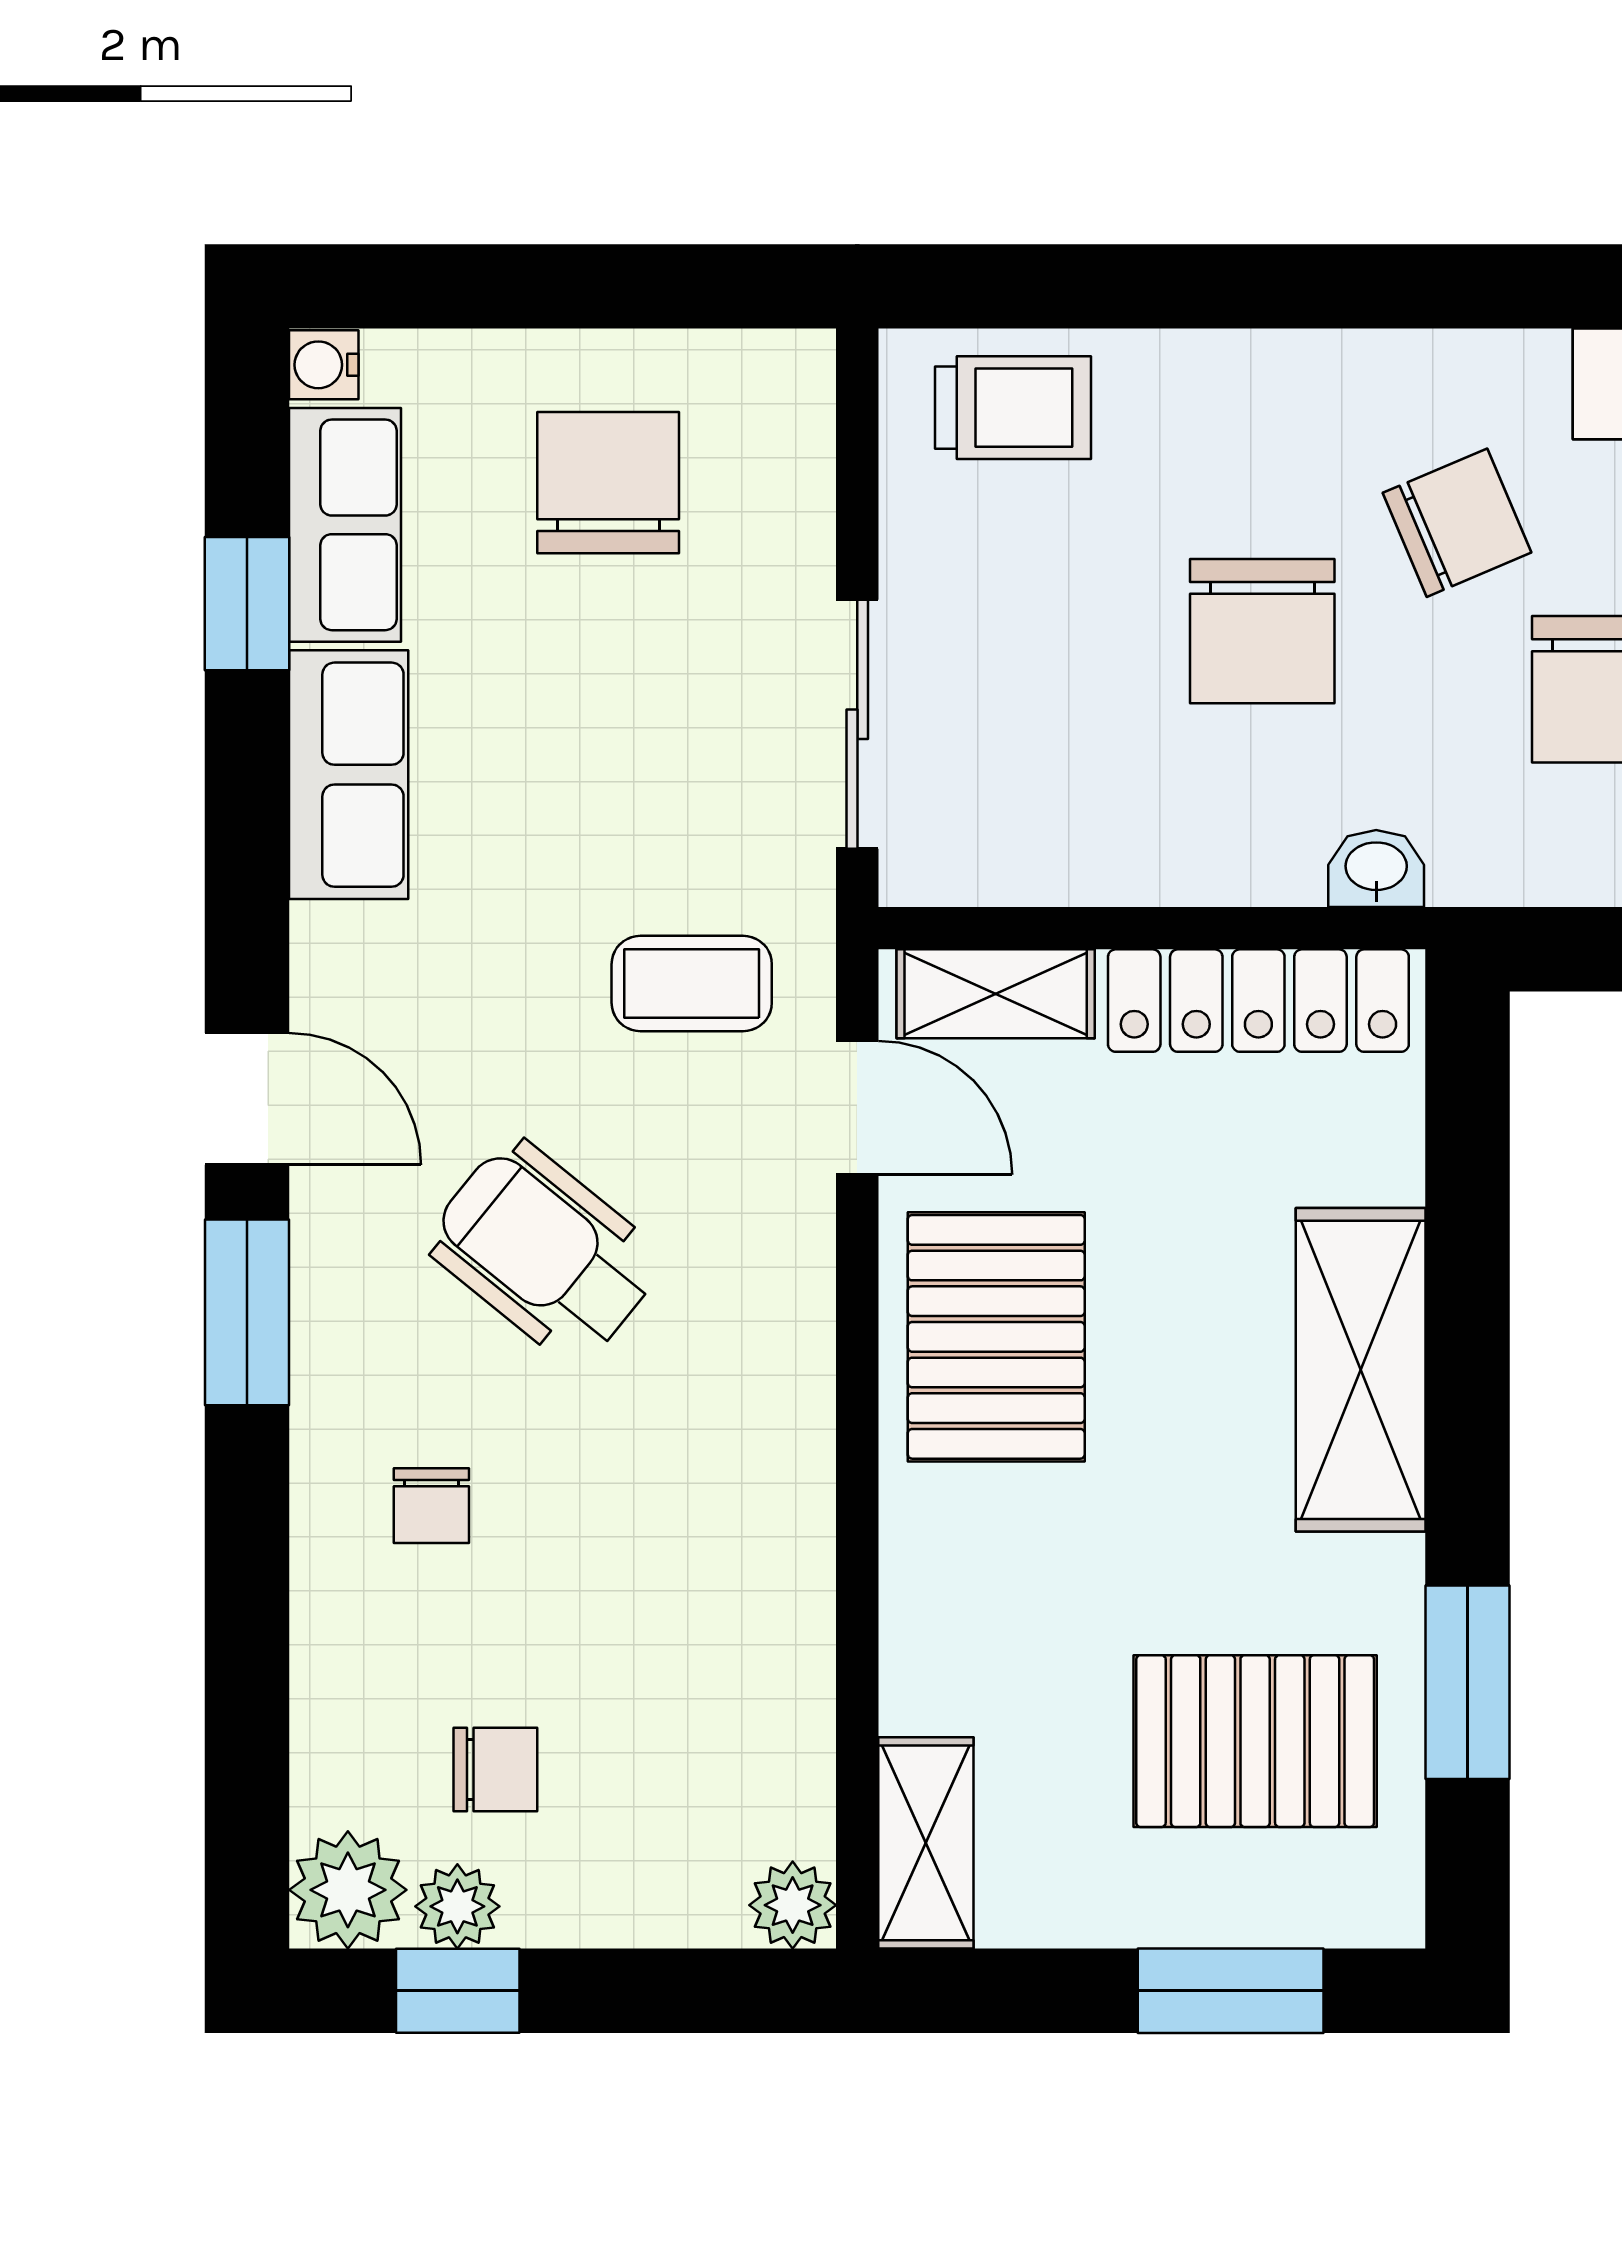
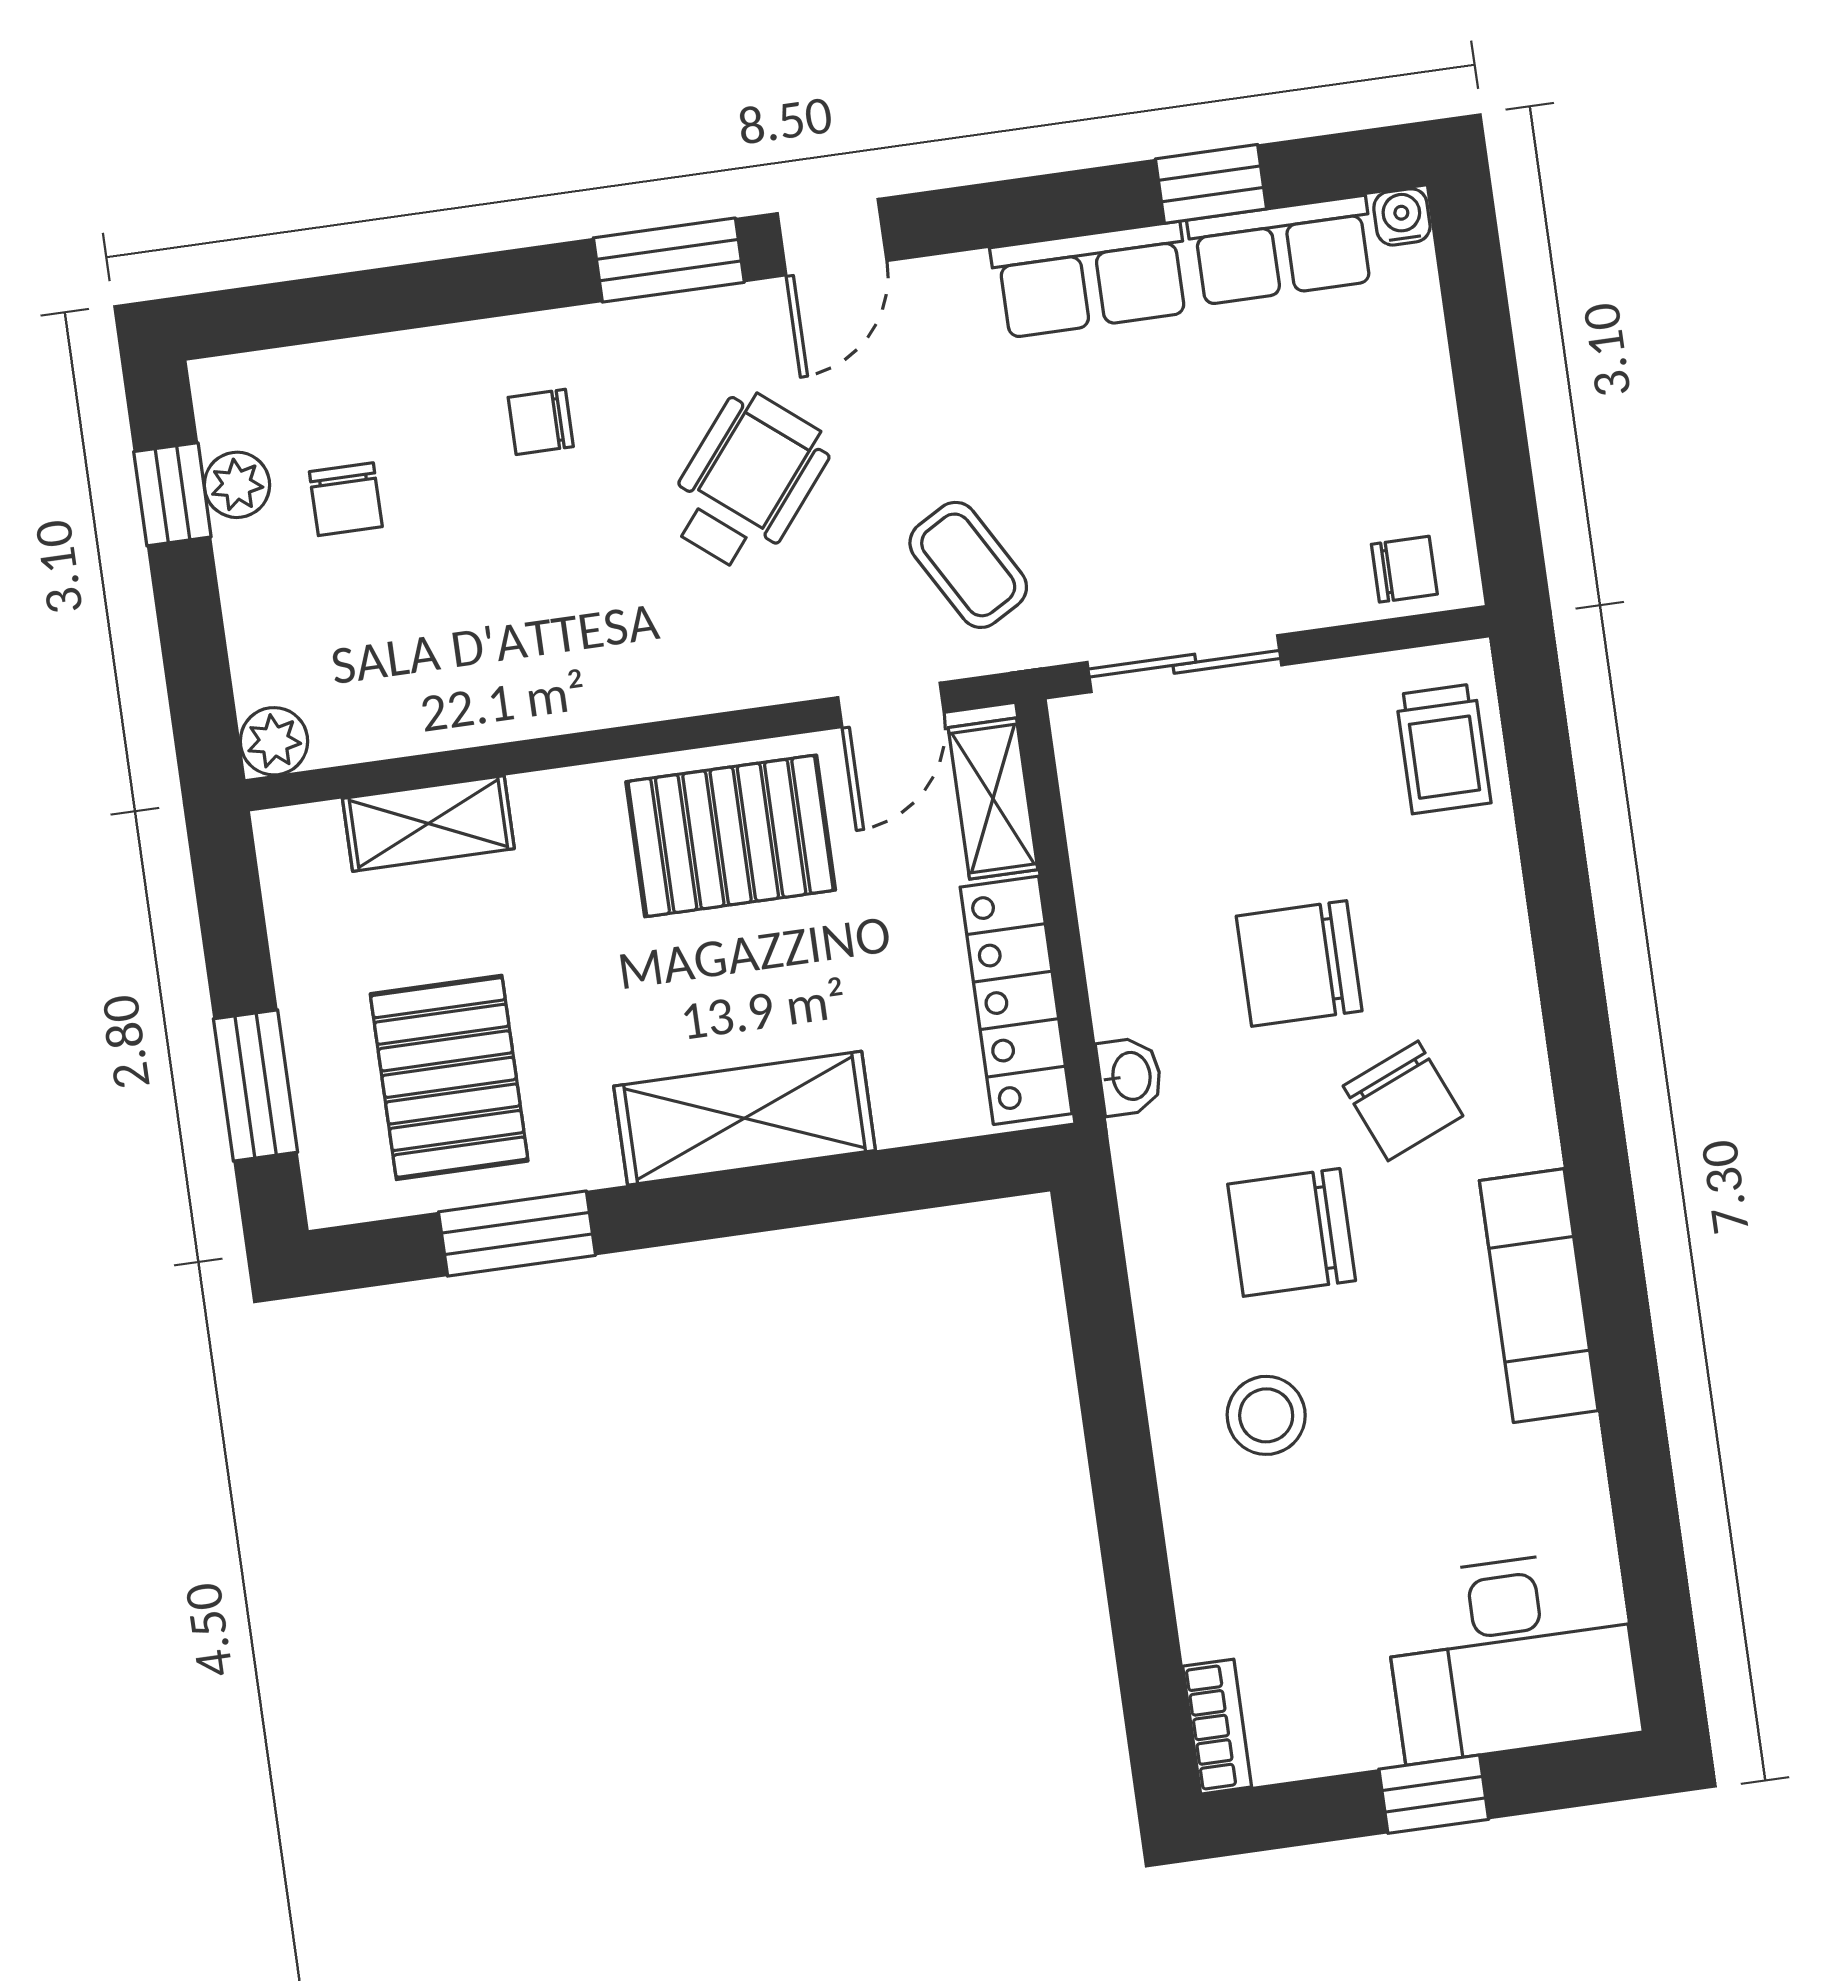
chair: (608, 483) -> (1404, 569), moved, width x0.54, depth x0.54
coffee table: (692, 983) -> (968, 565), turned -30
shelving: (926, 1843) -> (428, 823), moved
plant: (348, 1890) -> (238, 399), removed

